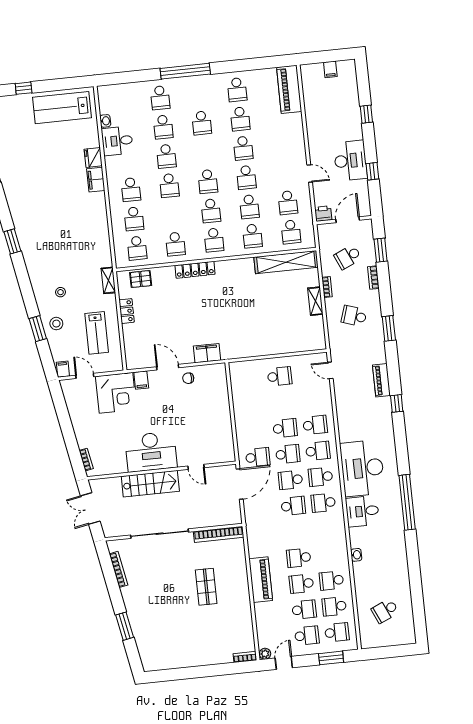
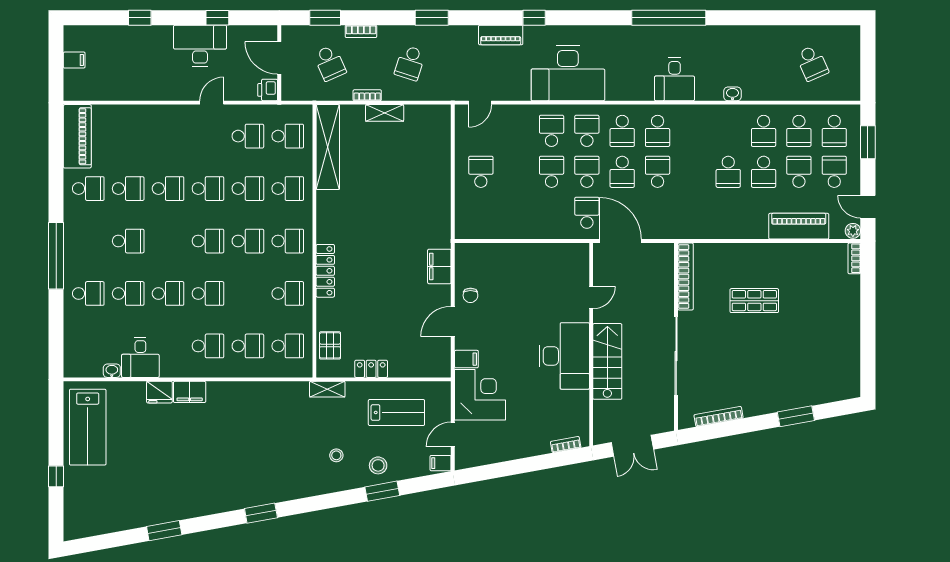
piano: (289, 89) -> (77, 136), moved, turned -90
desk: (362, 468) -> (568, 73), moved
piano: (261, 580) -> (799, 226), moved
school desk: (337, 632) -> (834, 131), turned 180

